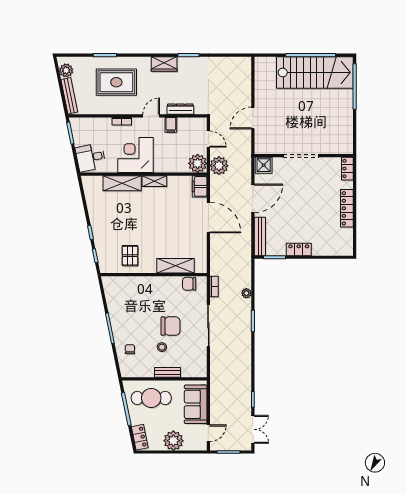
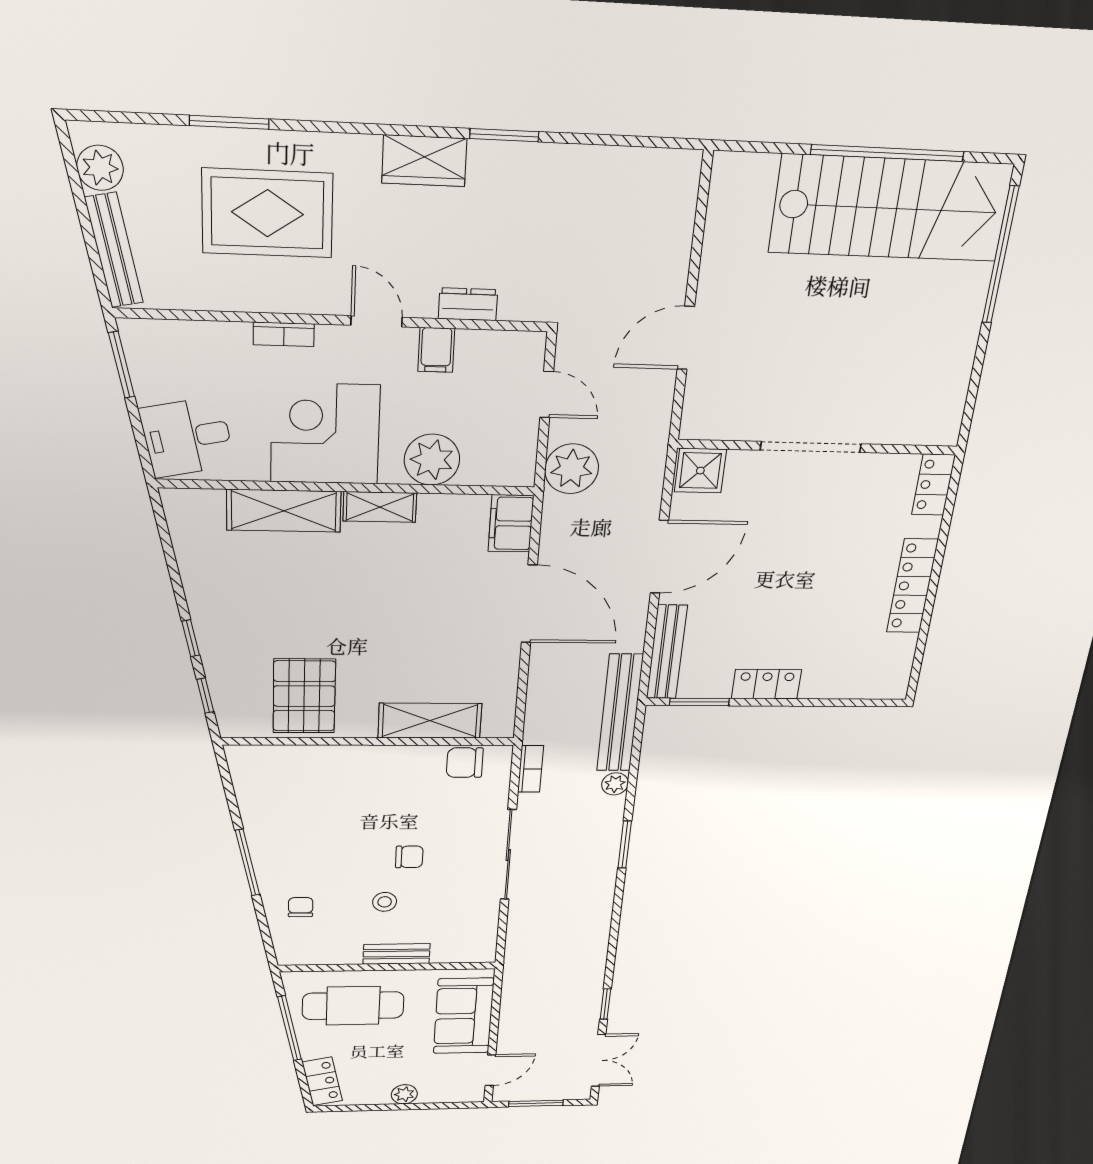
dresser: (180, 109) -> (468, 304), width x0.70
door: (151, 116) -> (377, 321), hinge flipped
plant: (198, 163) -> (432, 460), moved
pallet: (130, 256) -> (304, 696), width x1.50, depth x1.42
bench: (245, 262) -> (620, 713), added
chair: (170, 326) -> (409, 857), width x0.54, depth x0.54
plant: (173, 441) -> (404, 1094), width x0.53, depth x0.53

